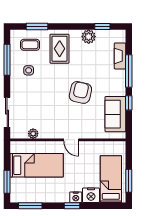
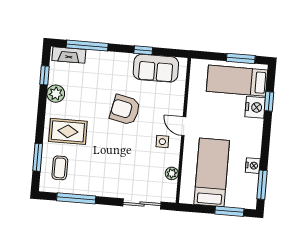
fireplace: (120, 56) -> (69, 55), moved
side table: (29, 70) -> (162, 142), moved
window: (129, 71) -> (87, 46), moved
door: (71, 140) -> (184, 126), swing flipped
nightstand: (76, 197) -> (253, 166), moved
window: (72, 206) -> (269, 101), moved

